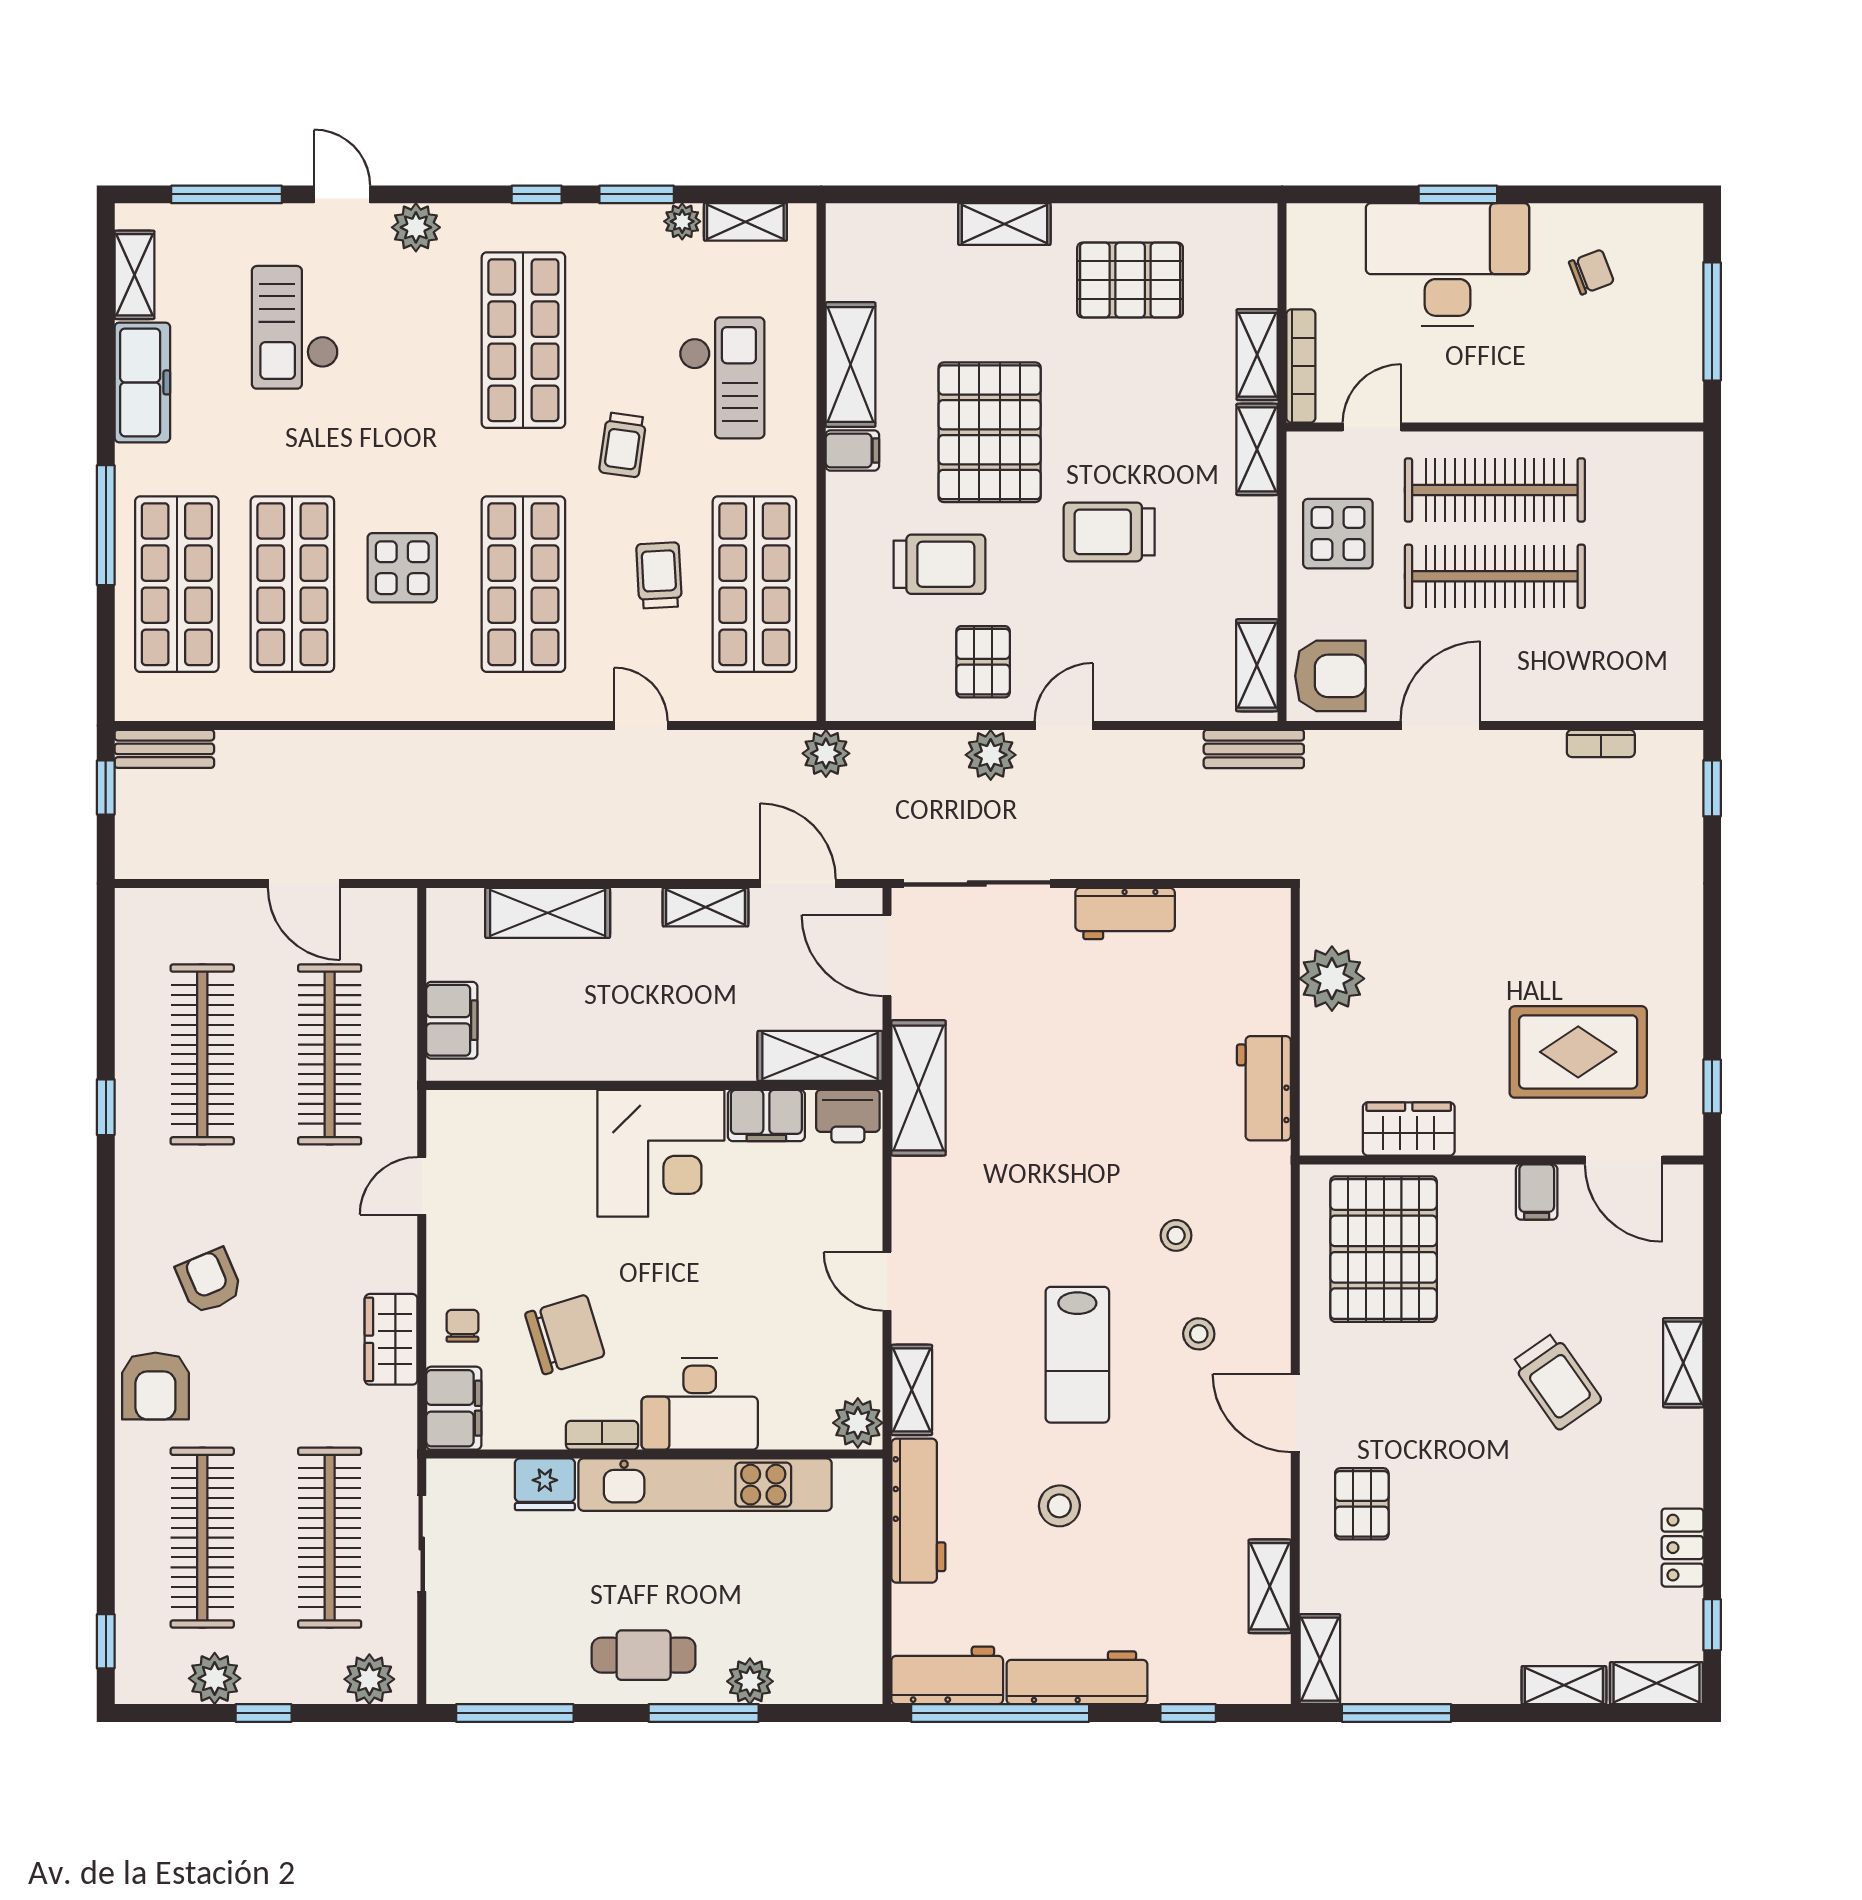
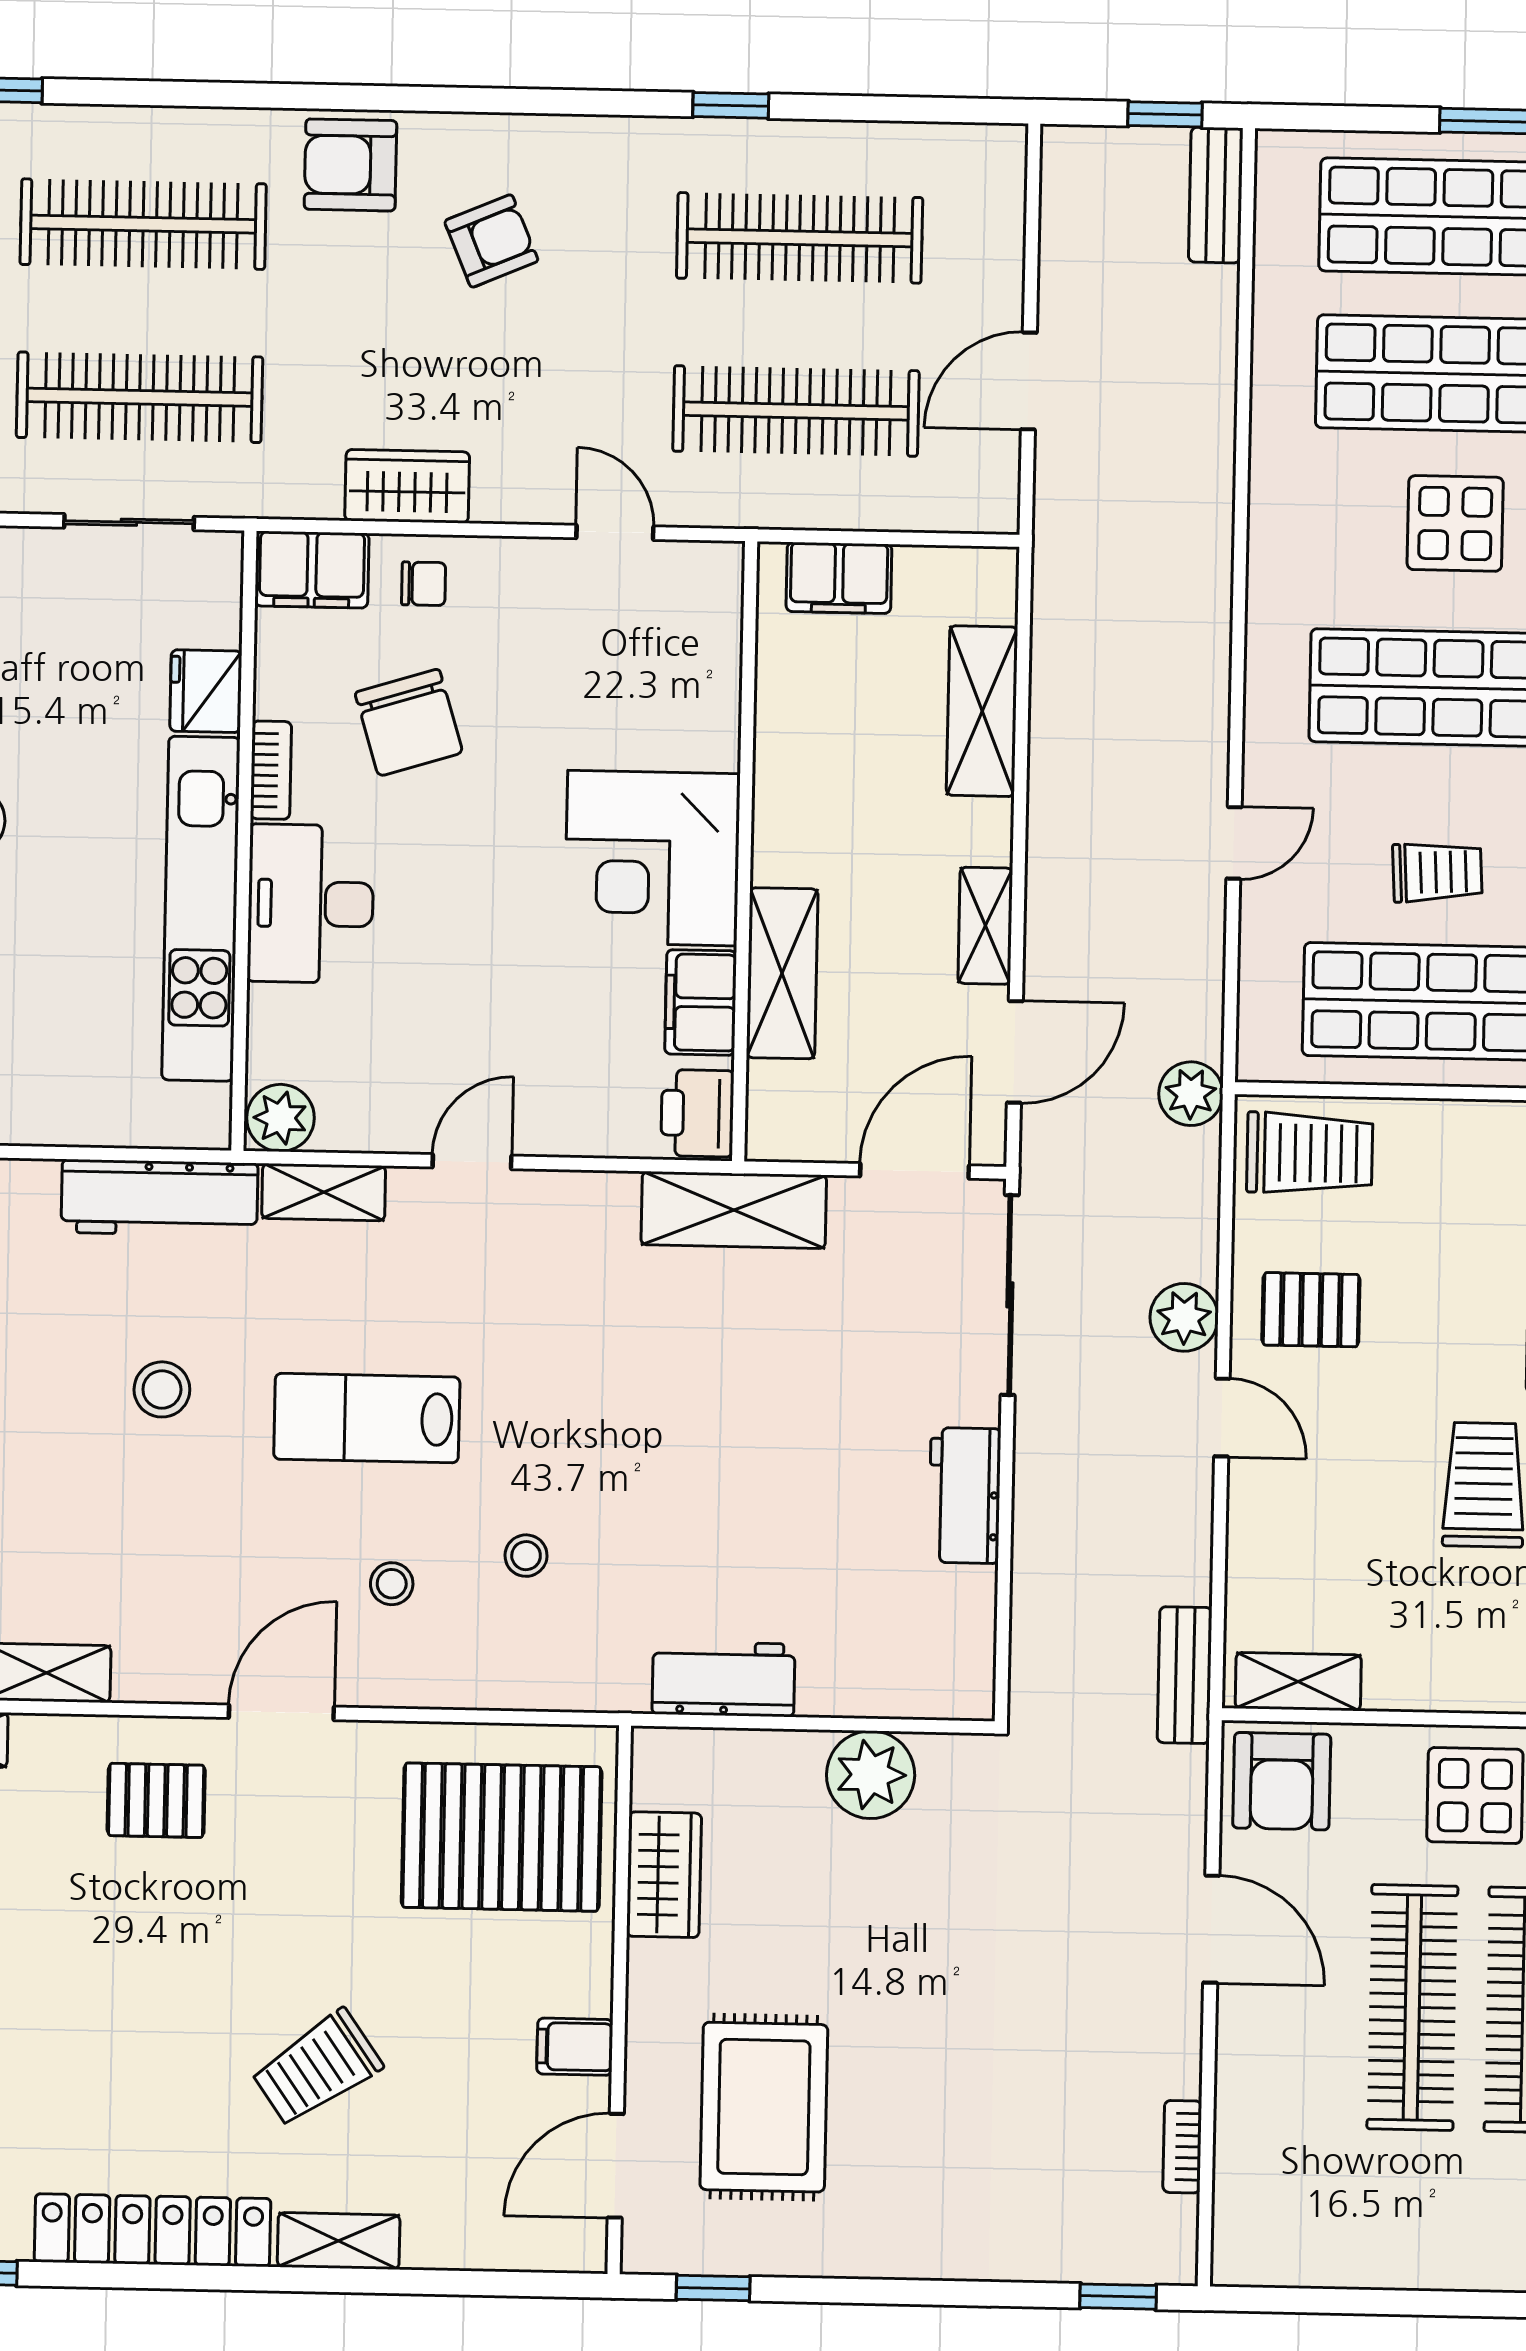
trolley: (939, 564) -> (1310, 1153), moved, turned -90
shelving: (820, 1056) -> (782, 973), moved
locker: (1682, 1548) -> (152, 2230), width x2.16, depth x1.21

